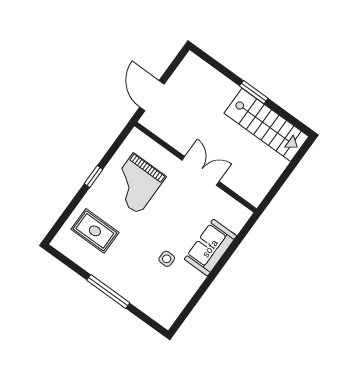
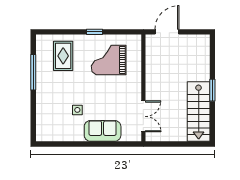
double door: (201, 171) -> (143, 116), moved
window: (108, 291) -> (33, 72), moved

